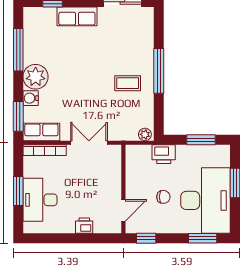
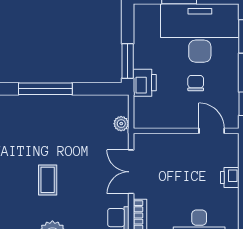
coffee table: (128, 83) -> (48, 180), moved
plant: (145, 134) -> (121, 124), moved
window: (201, 140) -> (128, 61), moved

